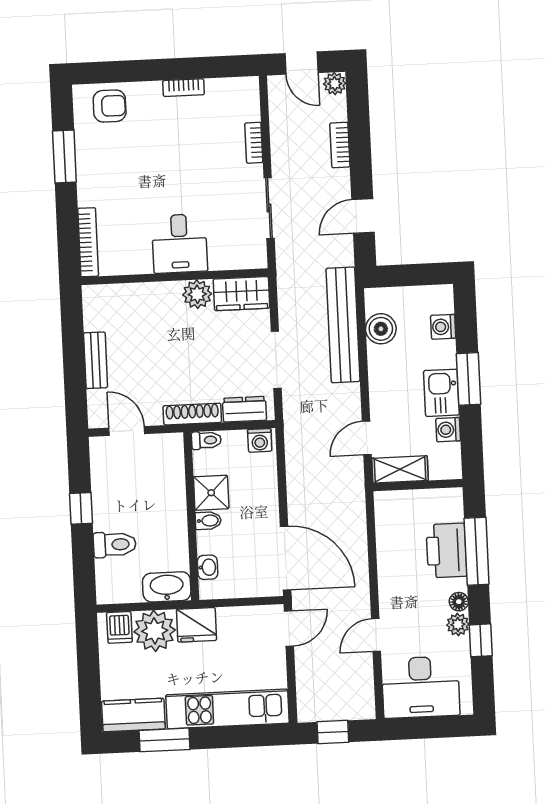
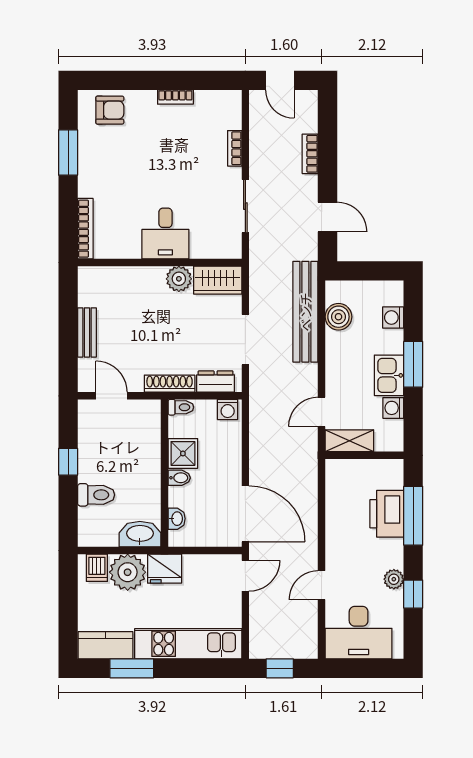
plant: (335, 84) -> (308, 100), removed
door: (363, 216) -> (328, 217), swing flipped
floor lamp: (459, 602) -> (395, 559), removed

